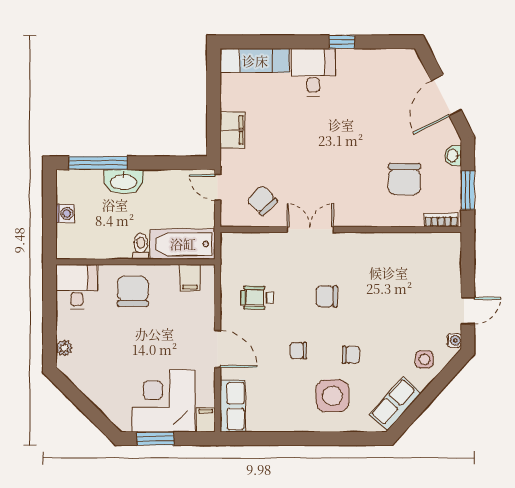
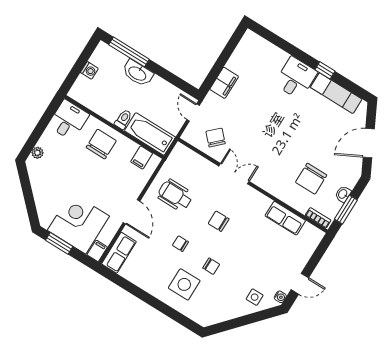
exam couch: (255, 61) -> (336, 93), moved
washbasin: (453, 156) -> (343, 194), moved
wheelchair: (257, 298) -> (175, 195), width x1.36, depth x1.37
row of seats: (395, 404) -> (285, 218), moved, turned -132

